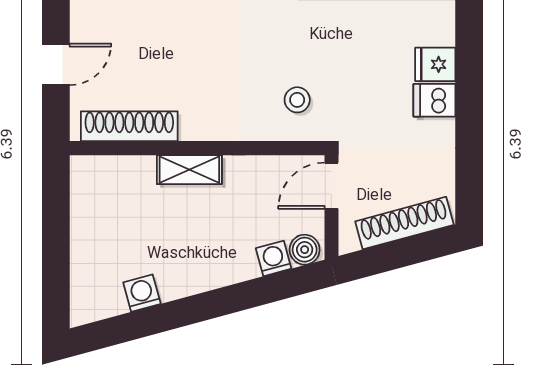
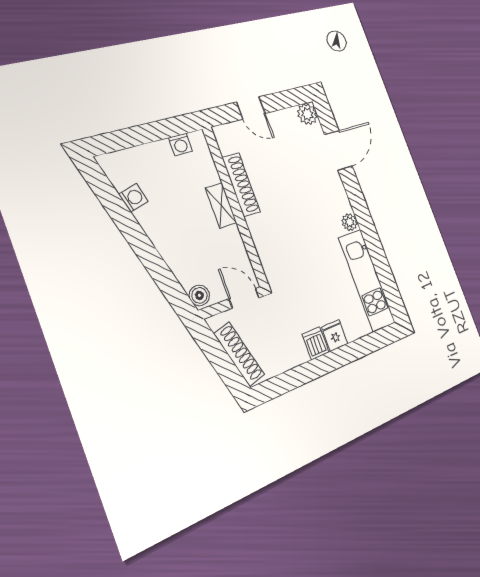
stool: (297, 100) -> (285, 259), removed
shoe rack: (129, 126) -> (241, 185), moved
washing machine: (274, 258) -> (180, 144), moved, turned 105

